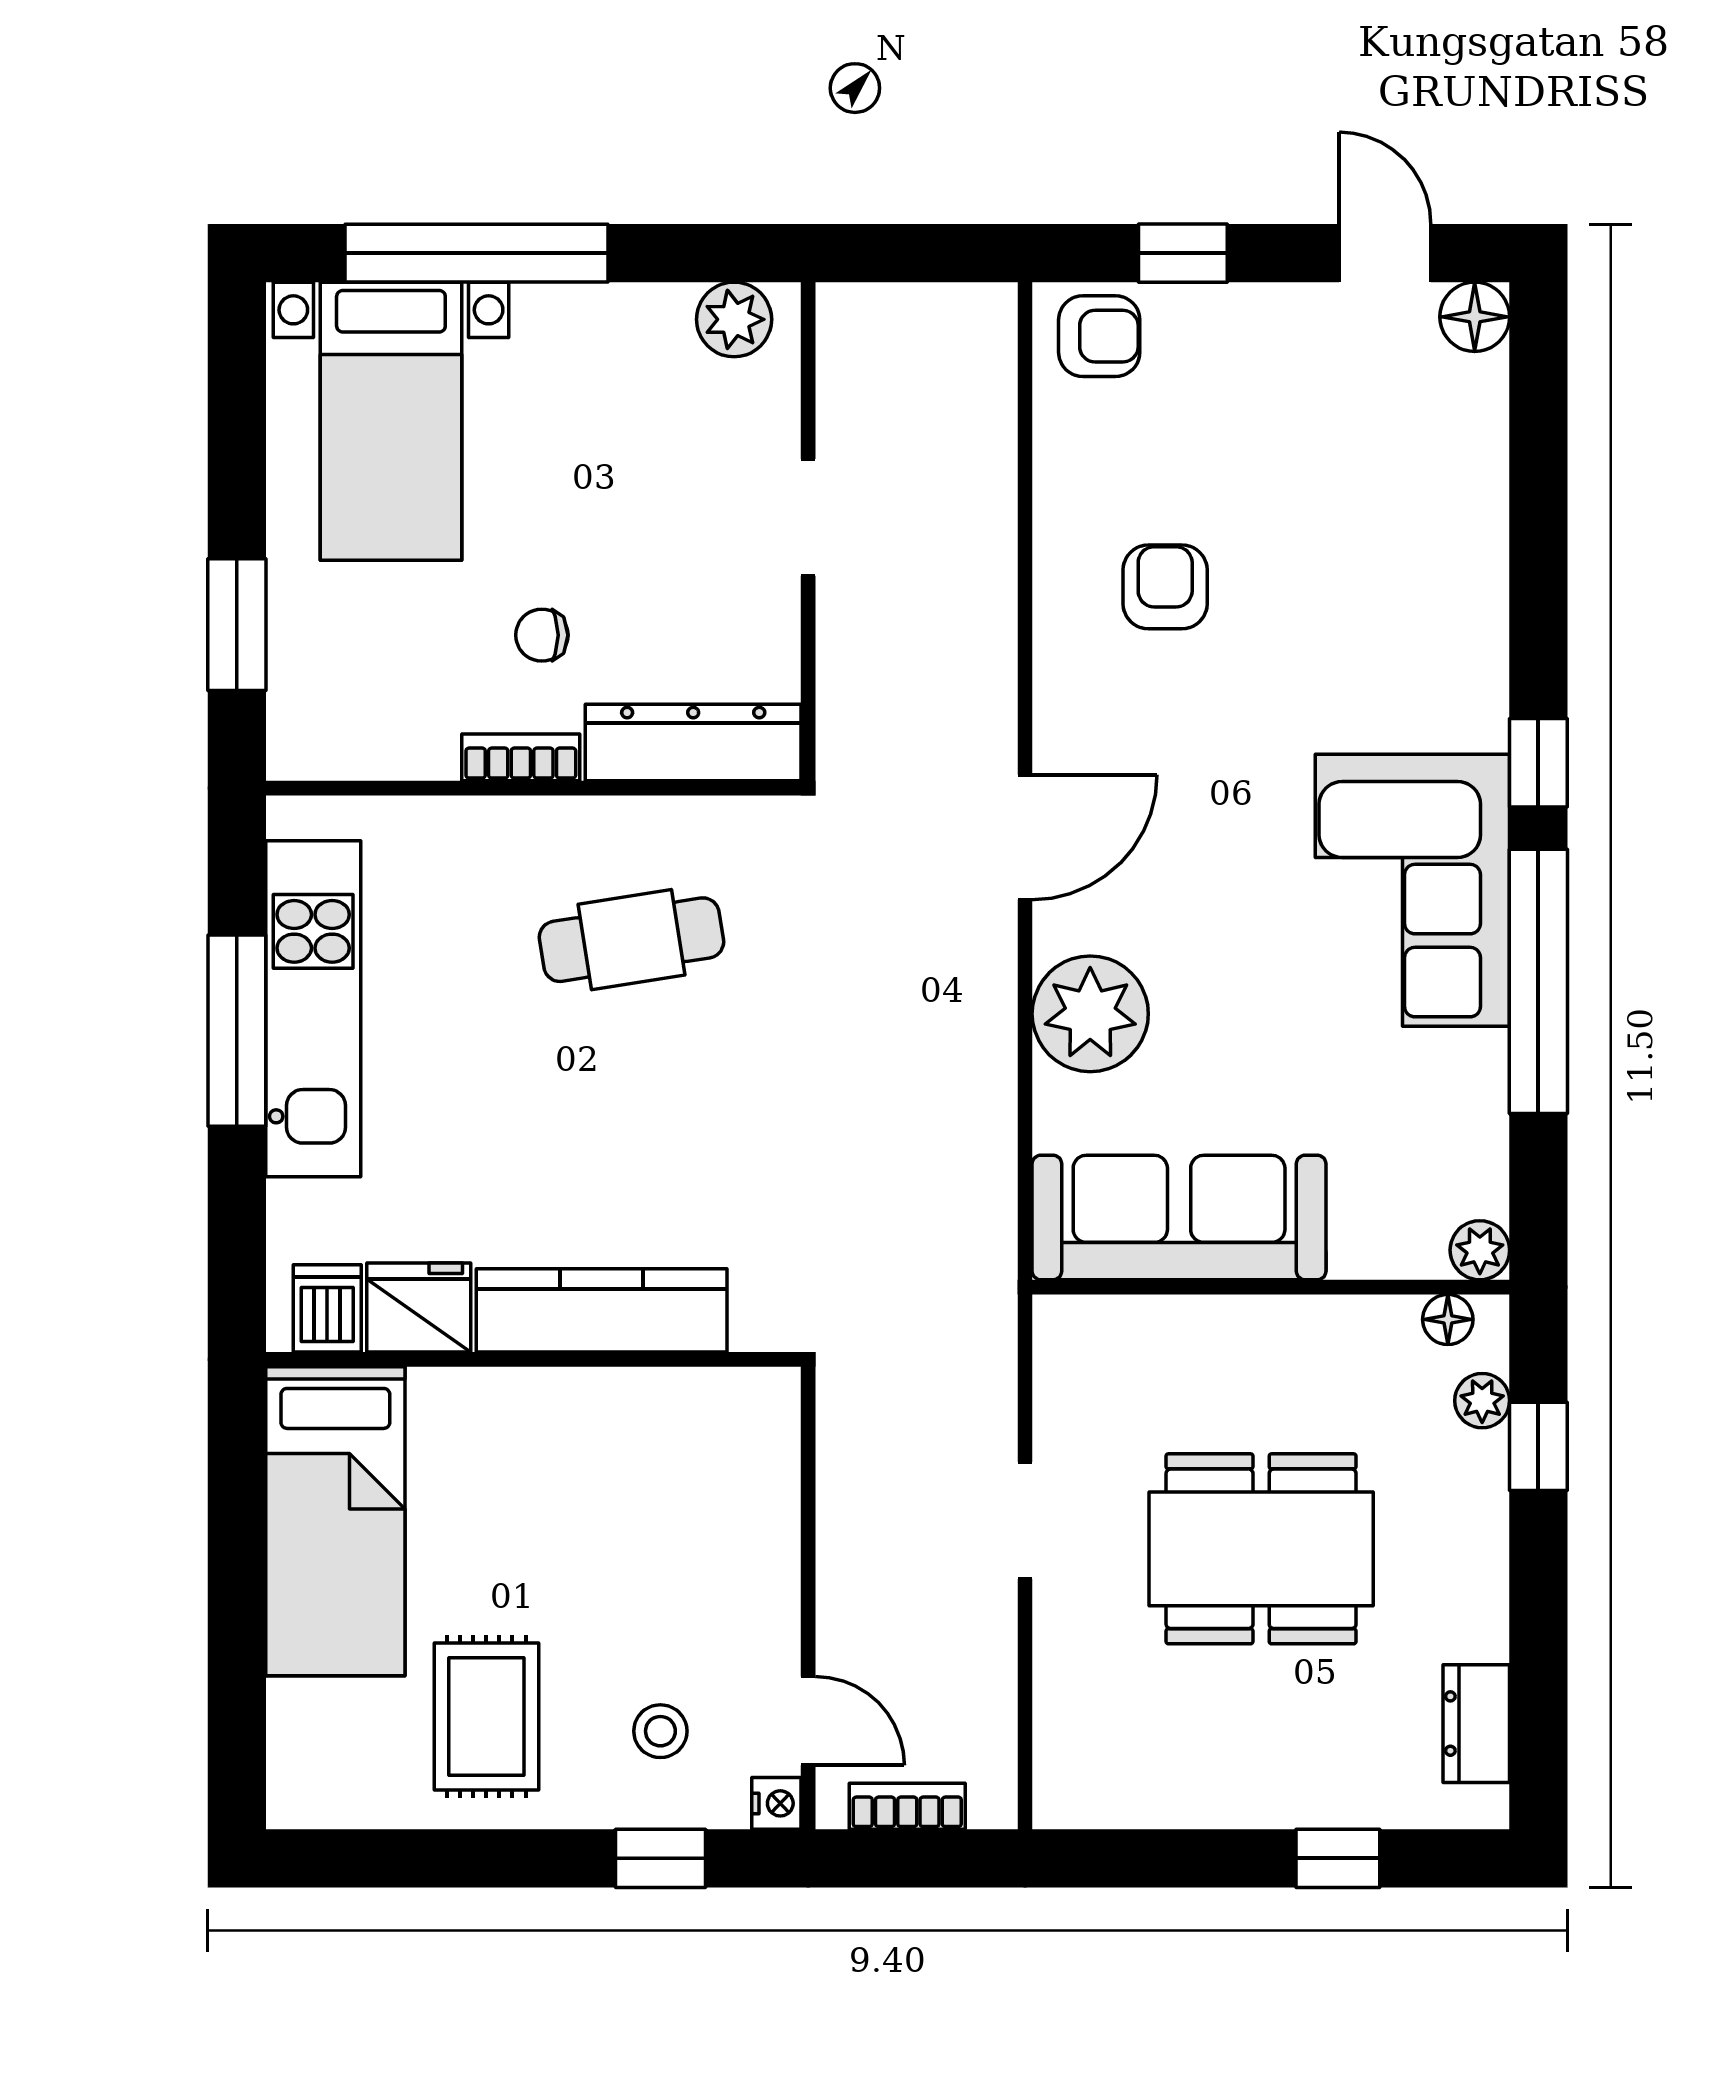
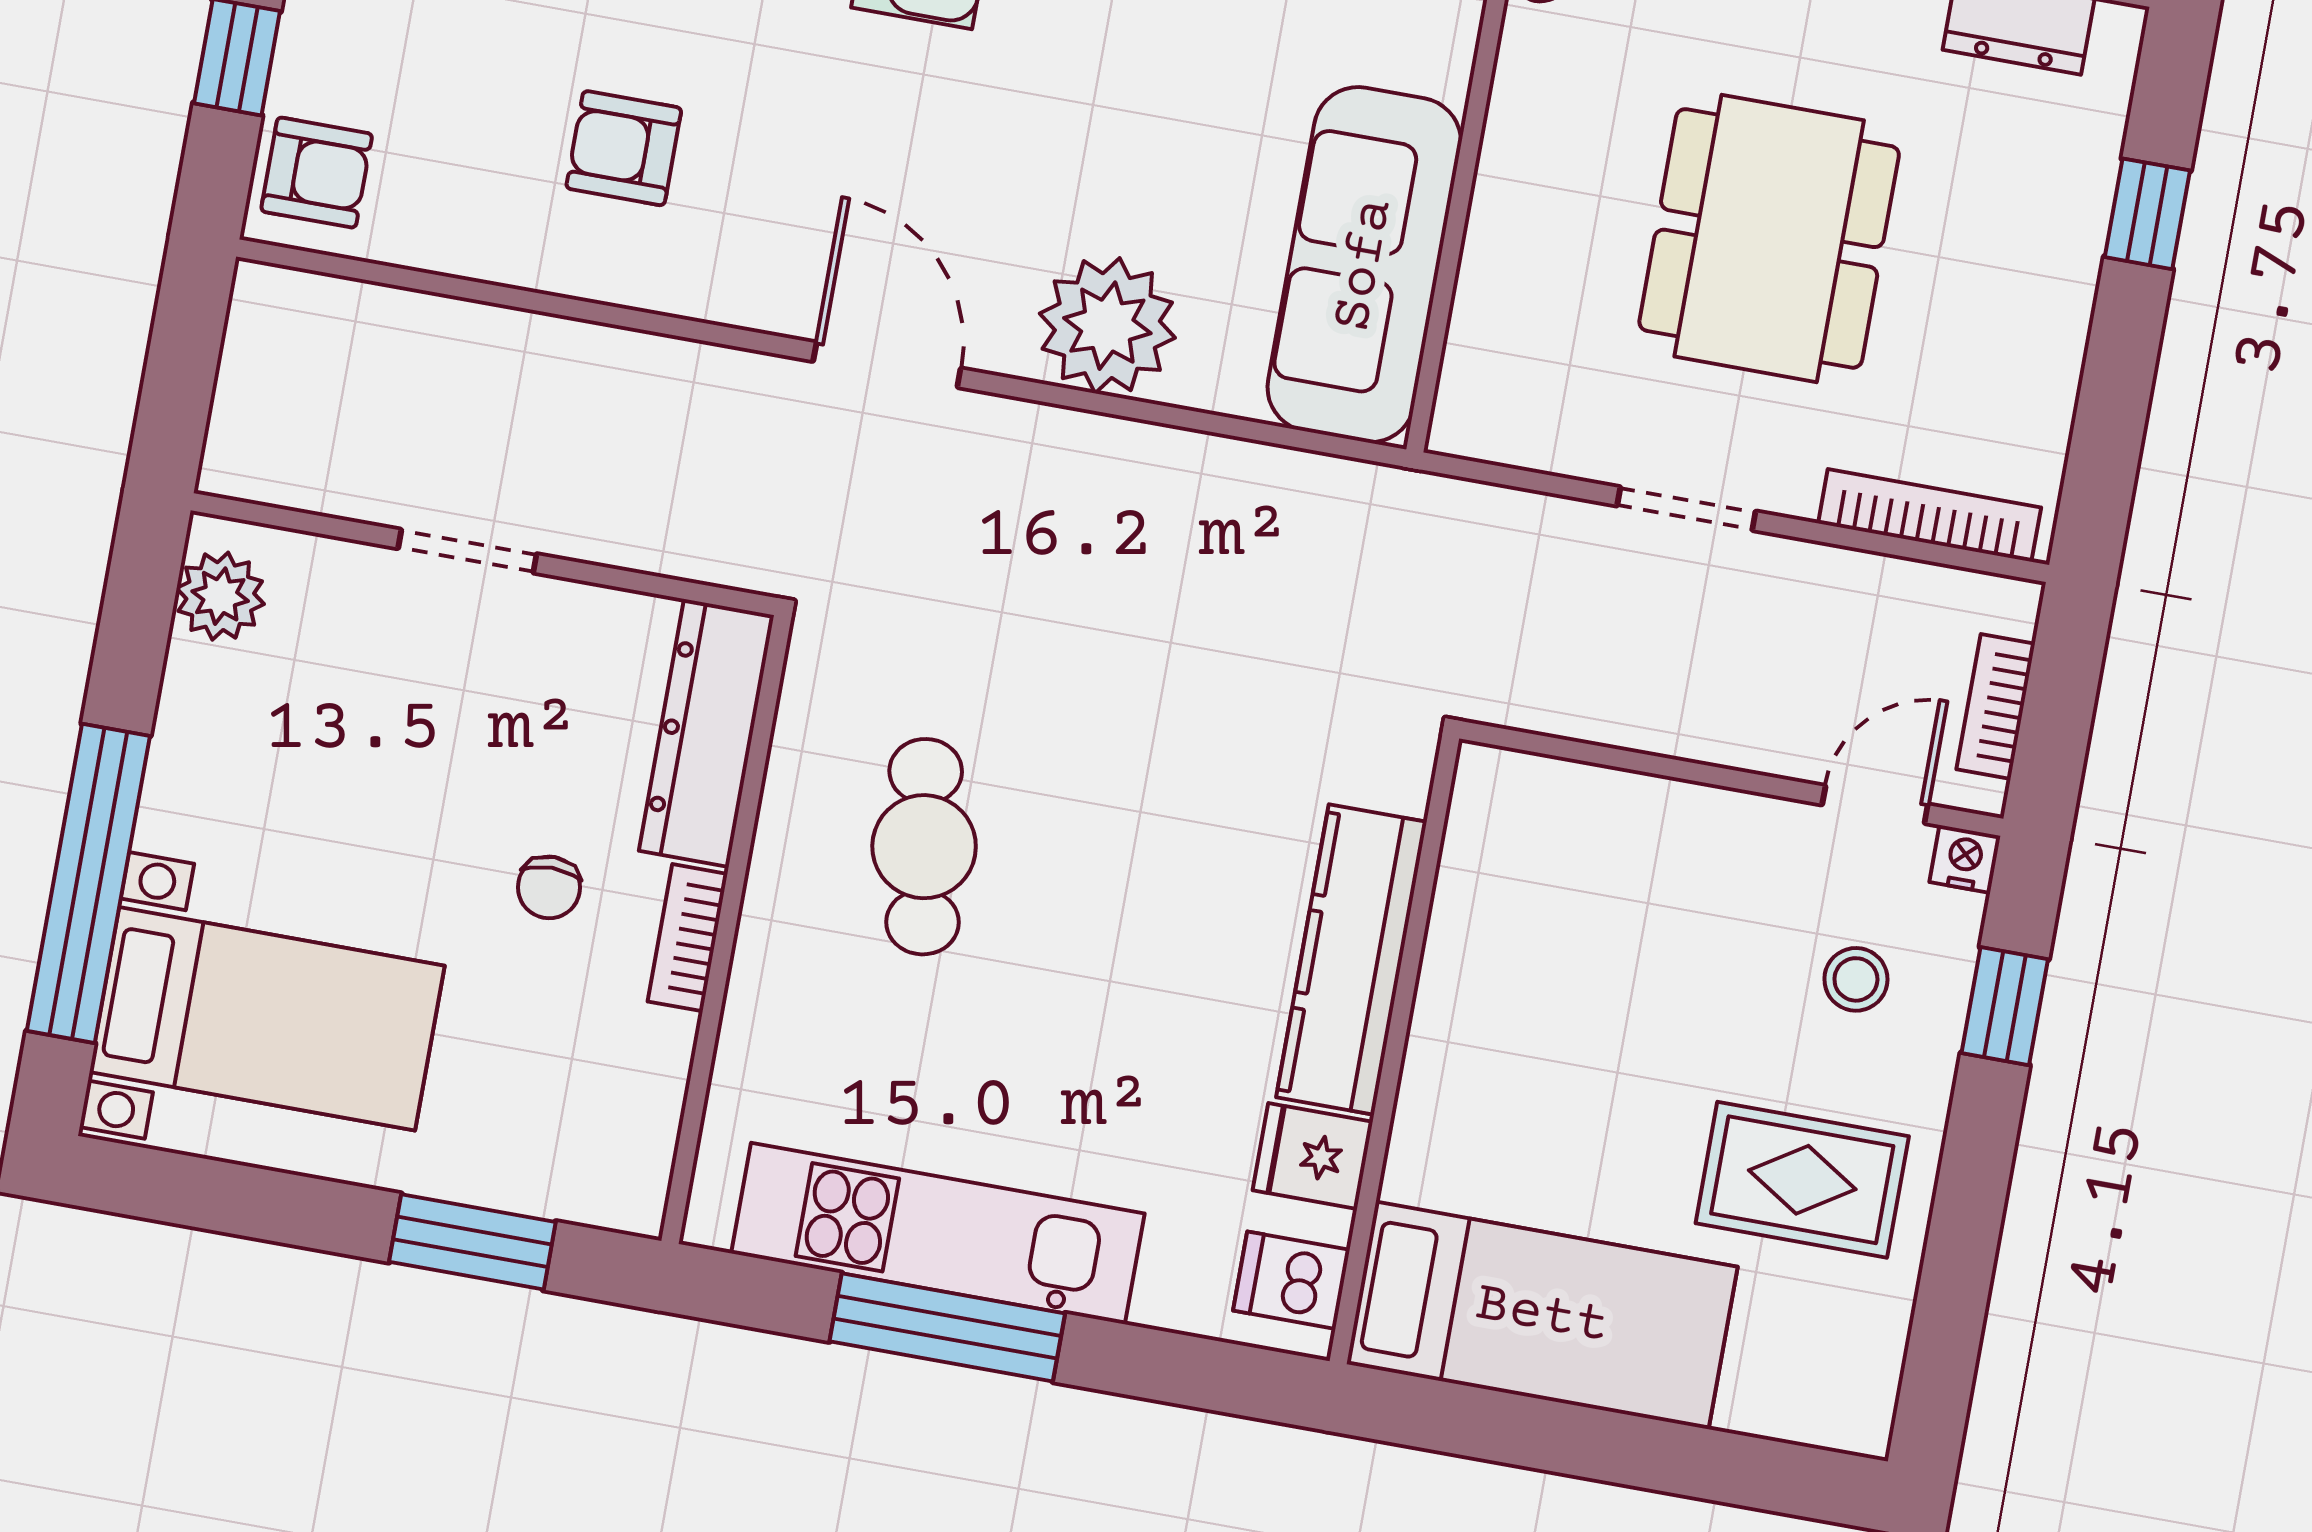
armchair: (1099, 336) -> (317, 173), turned 90
fridge: (419, 1308) -> (1313, 1156), width x0.72
bookcase: (1056, 1723) -> (1930, 515), added

